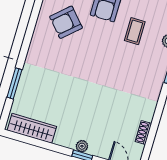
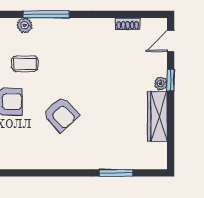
armchair: (66, 22) -> (61, 114), moved
wardrobe: (32, 128) -> (157, 116), moved

